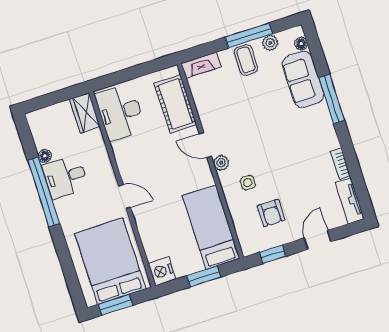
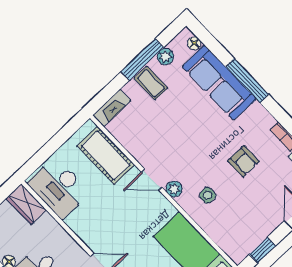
sofa: (303, 79) -> (219, 83), width x1.36
armchair: (271, 213) -> (243, 161), moved

